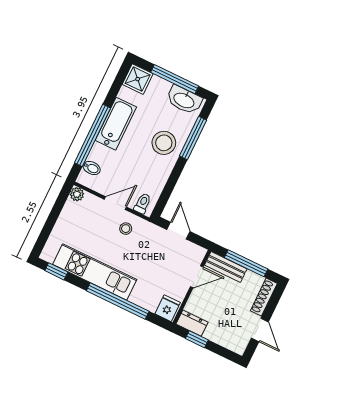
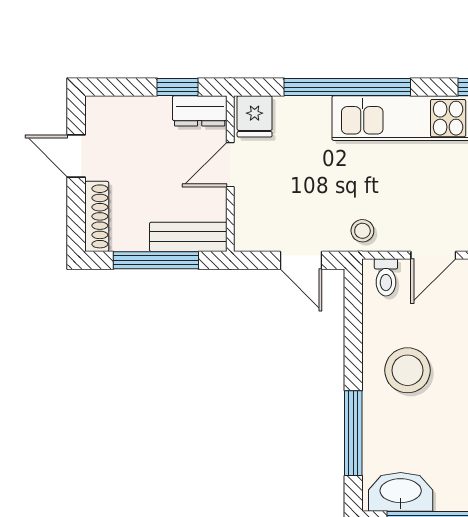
stool: (164, 143) -> (408, 370), moved
stool: (126, 229) -> (362, 231), moved
door: (197, 277) -> (230, 165), moved

